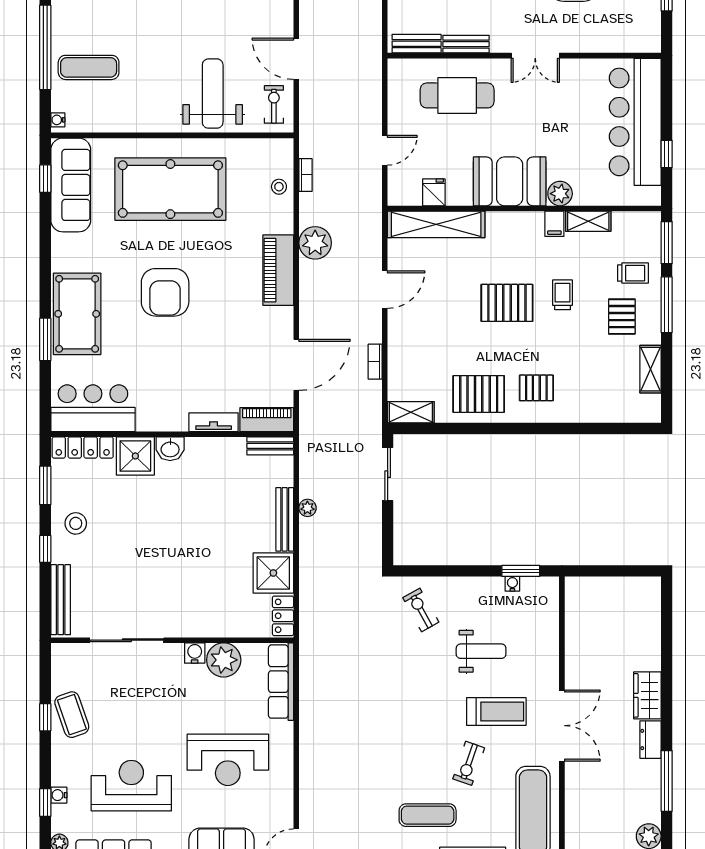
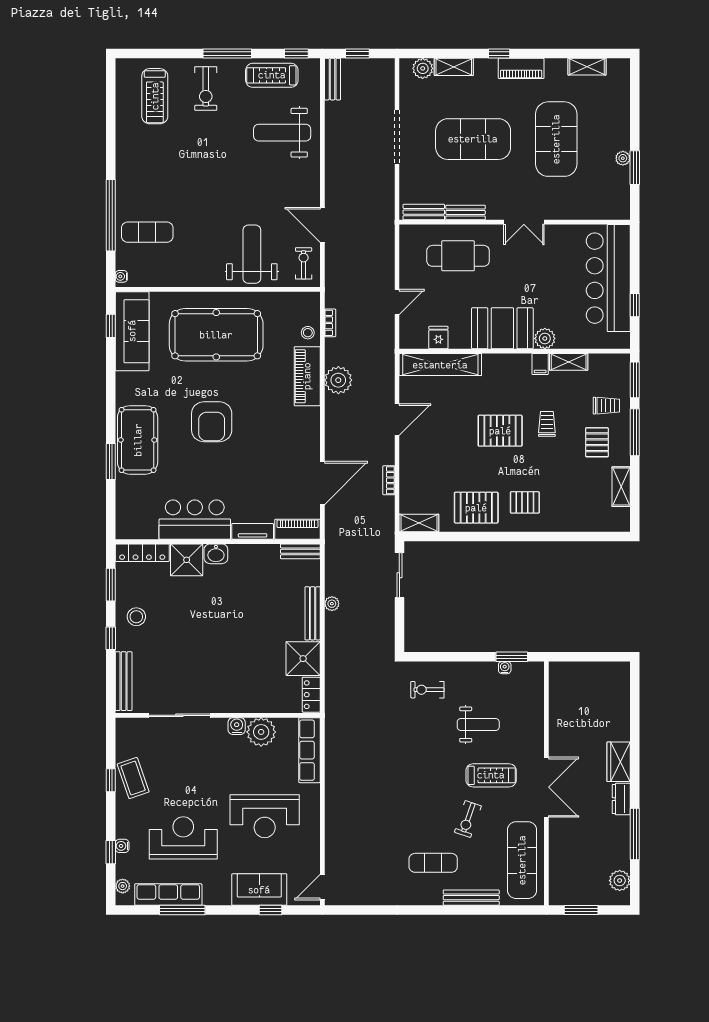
piano: (278, 270) -> (307, 376), moved
bar counter: (93, 408) -> (195, 520), moved
exercise bike: (421, 610) -> (427, 690), turned -61

